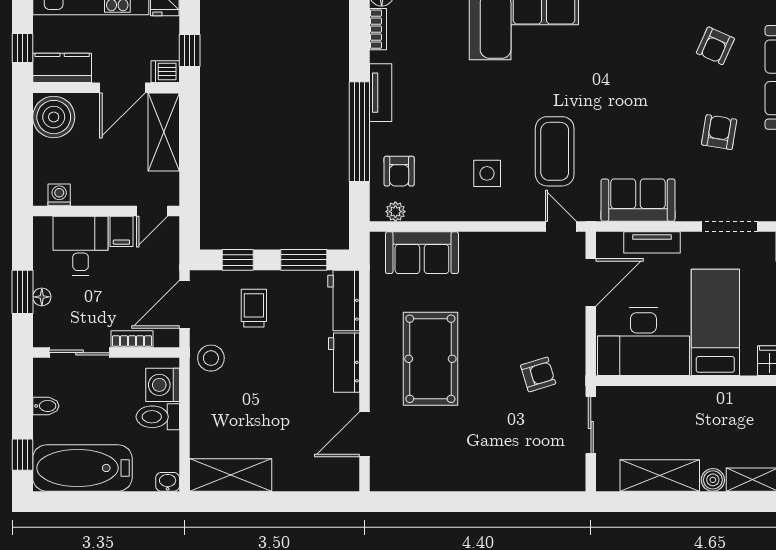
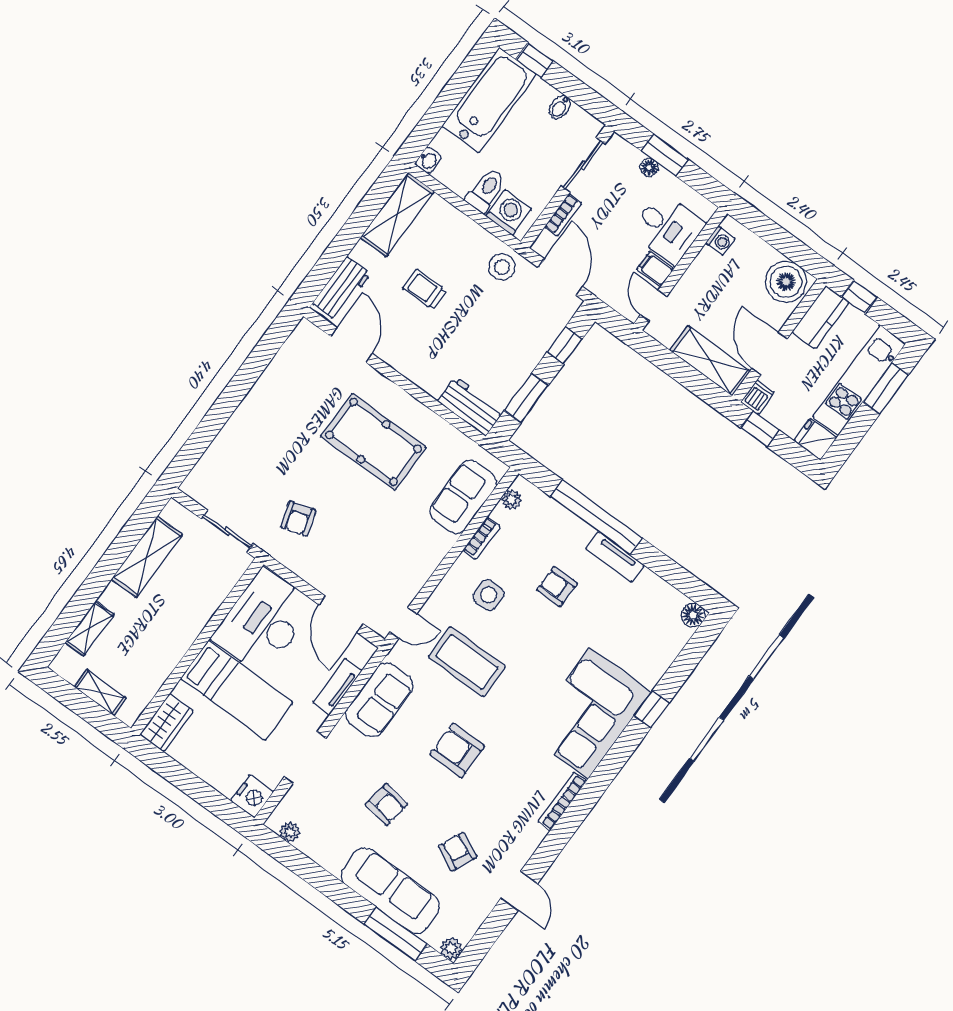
bookcase: (378, 29) -> (482, 538), moved, turned -90
armchair: (633, 106) -> (457, 750), added
armchair: (399, 171) -> (557, 587), moved
trolley: (254, 308) -> (425, 289), moved, turned 180
workbench: (344, 363) -> (342, 289), moved, turned 90
boiler: (713, 480) -> (112, 597), removed

